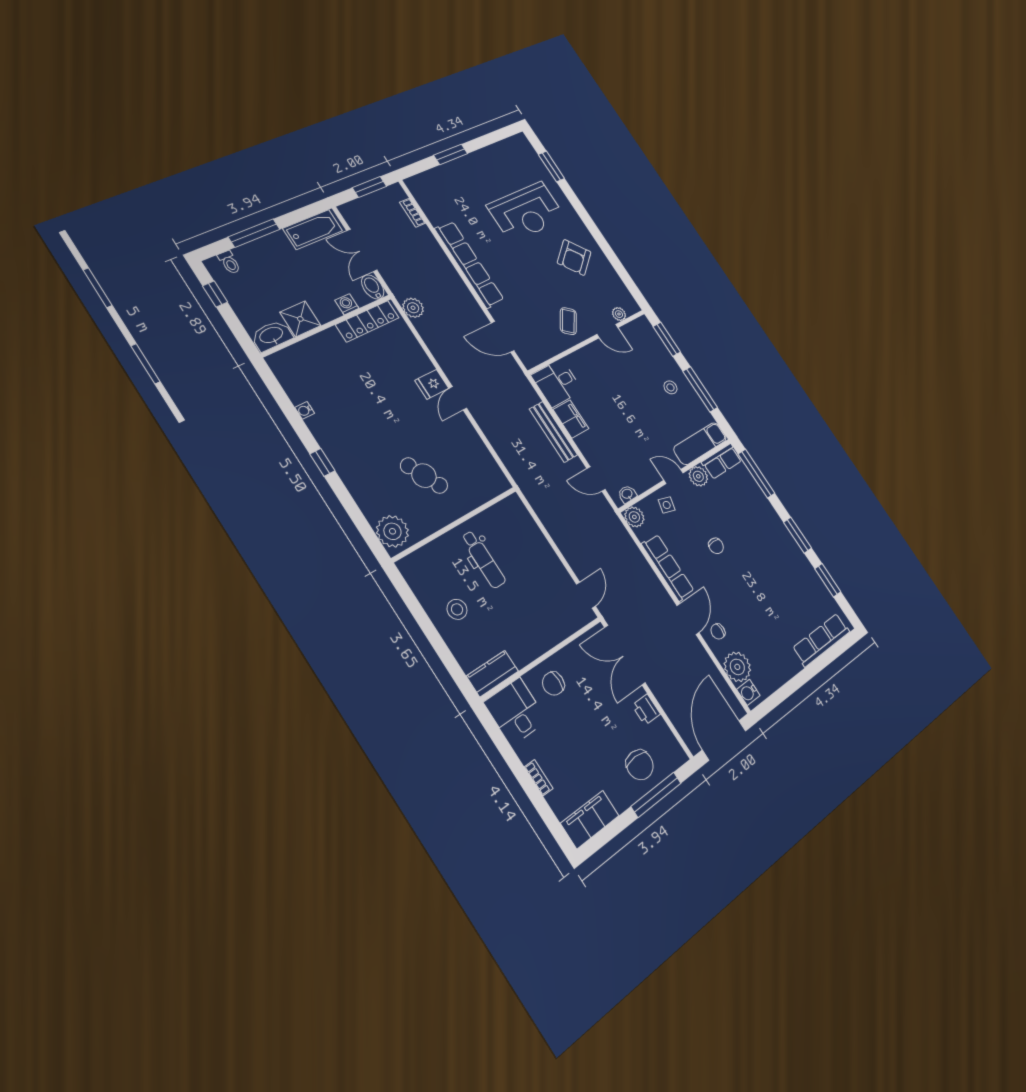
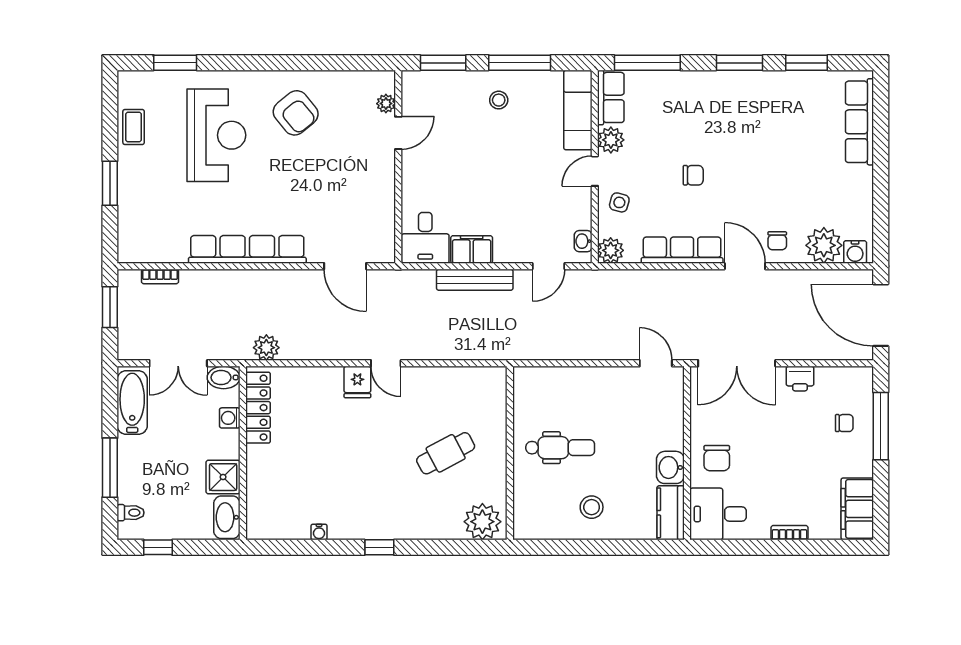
coffee table: (568, 321) -> (134, 127), moved, turned 53
door: (503, 337) -> (345, 266), hinge flipped
washbasin: (524, 652) -> (670, 467), added
chair: (640, 765) -> (844, 423), width x0.54, depth x0.54

